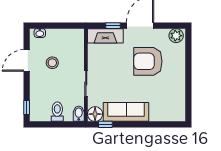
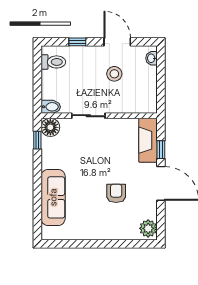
armchair: (148, 61) -> (116, 193), width x0.53, depth x0.53
window: (27, 108) -> (77, 42), moved
toilet: (57, 112) -> (53, 62), moved
sofa: (126, 112) -> (53, 197), moved

